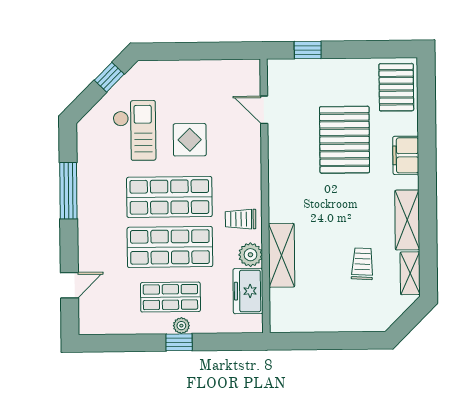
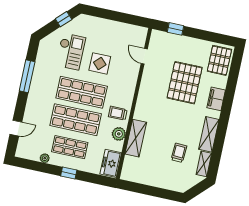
freezer: (248, 291) -> (111, 163), moved
plant: (181, 326) -> (45, 158), moved

